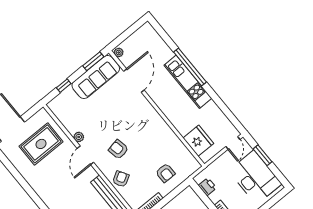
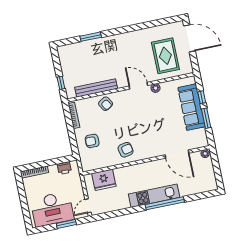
window: (93, 61) -> (206, 118), moved
sofa: (96, 77) -> (191, 107), moved
door: (233, 143) -> (88, 206), hinge flipped
armchair: (118, 149) -> (126, 150), moved

